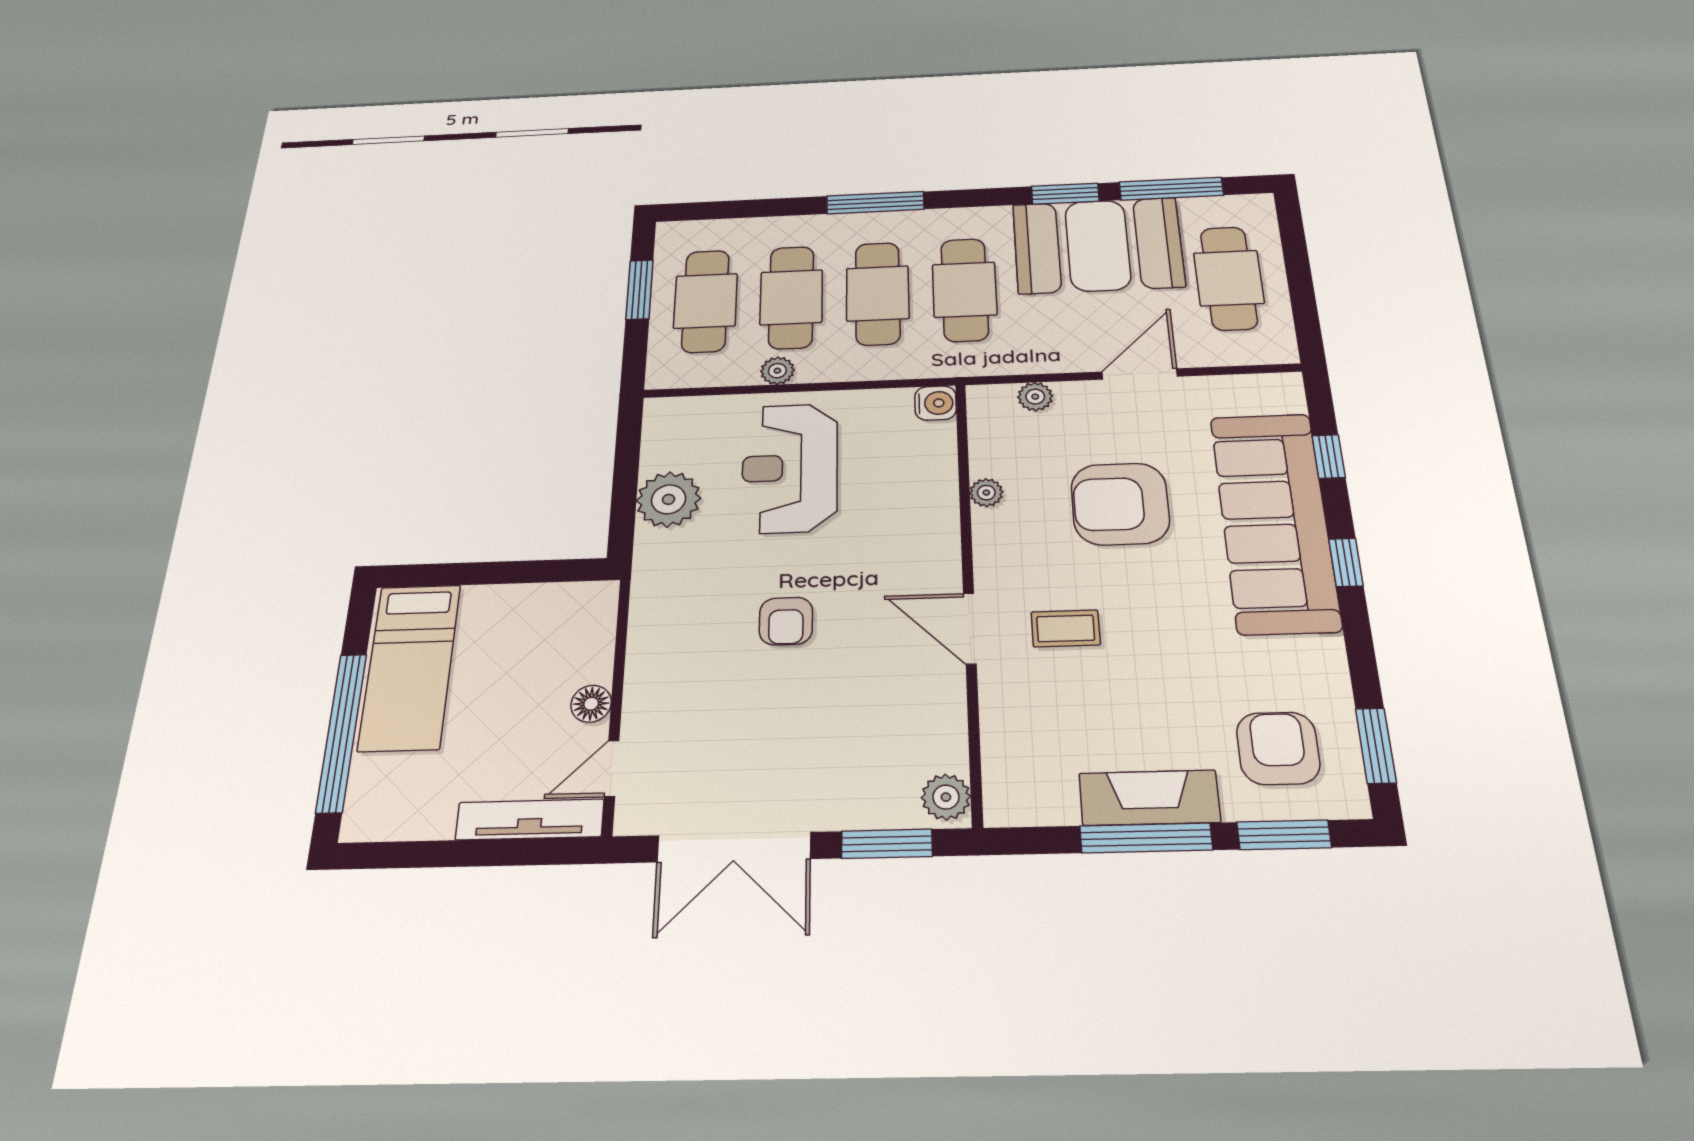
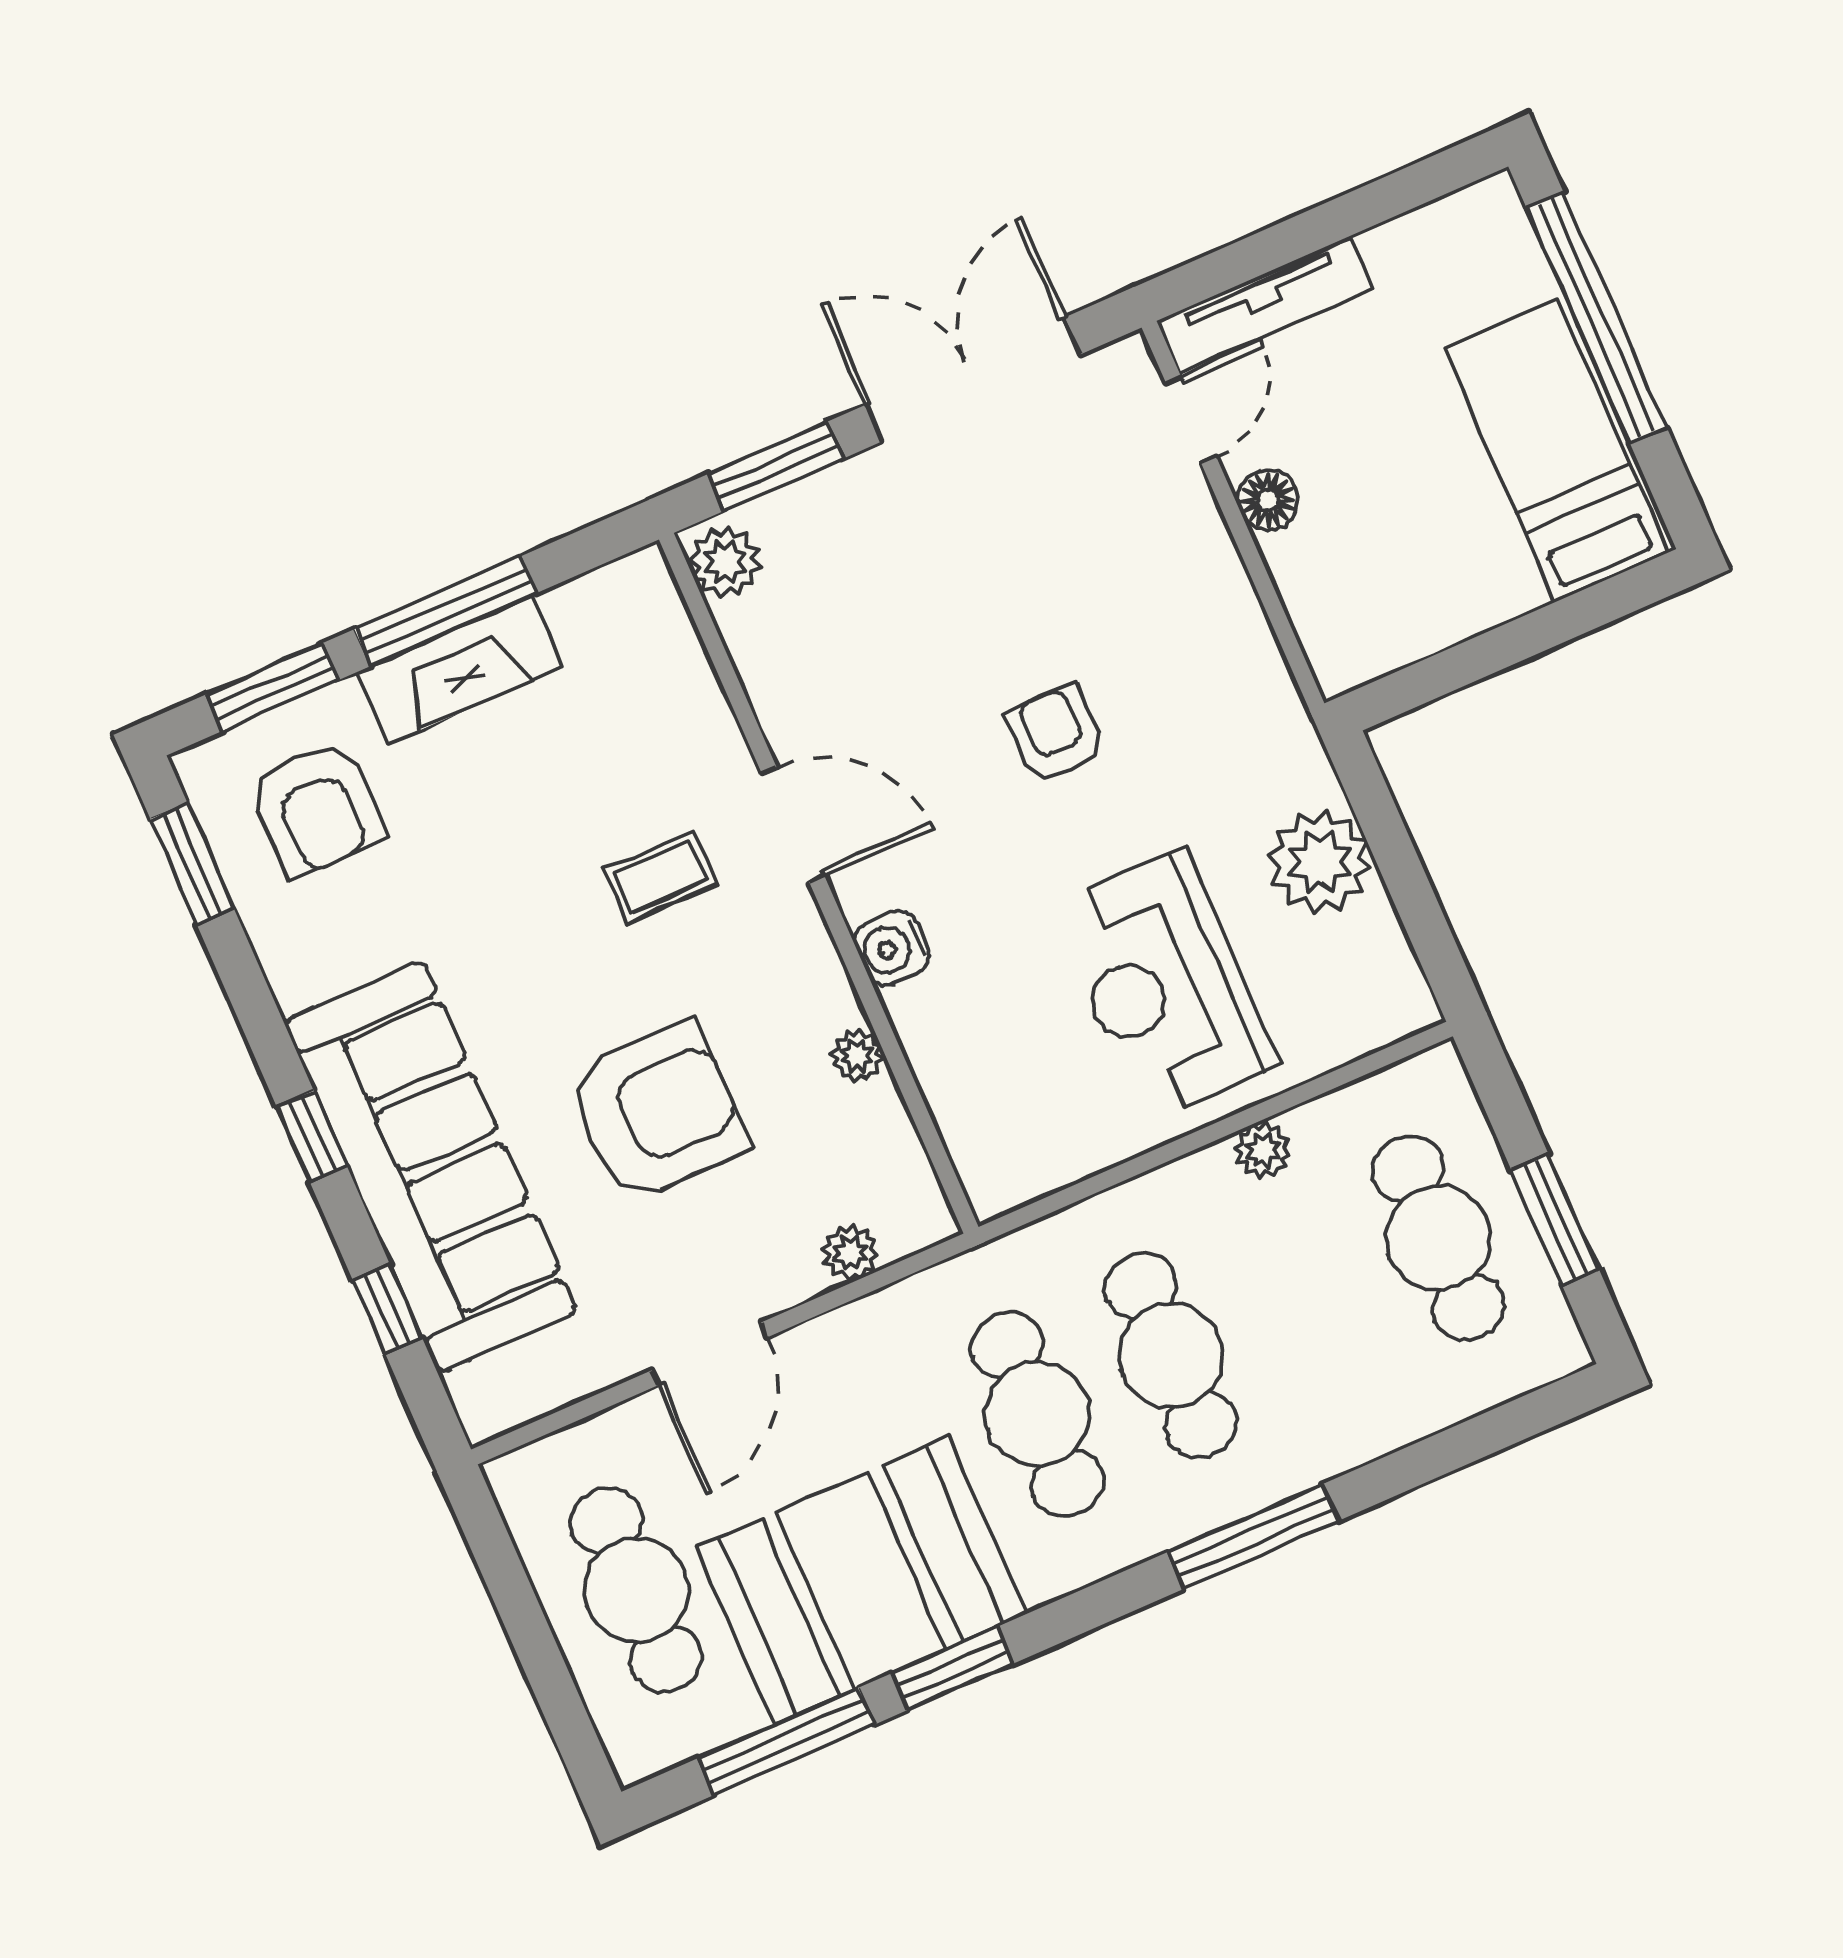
cafe table: (791, 297) -> (1304, 1297), removed
water cooler: (936, 403) -> (892, 948), moved
reception desk: (790, 468) -> (1164, 986), turned 180

